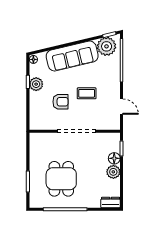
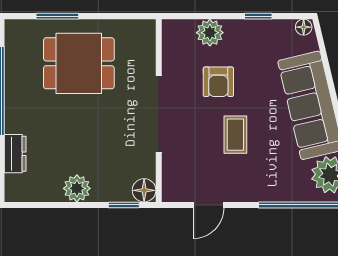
plant: (36, 84) -> (210, 33), moved
floor lamp: (114, 158) -> (144, 190), moved
dining table: (61, 179) -> (79, 63), moved
dresser: (111, 202) -> (15, 154), moved

